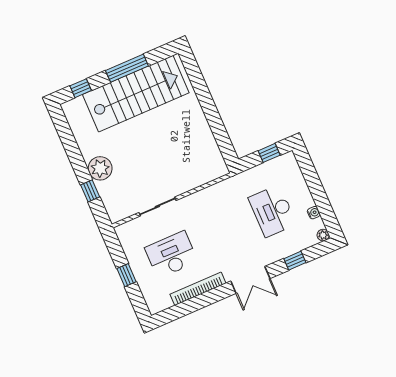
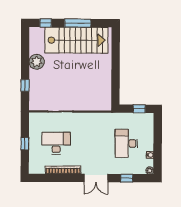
plant: (100, 168) -> (37, 62), moved

